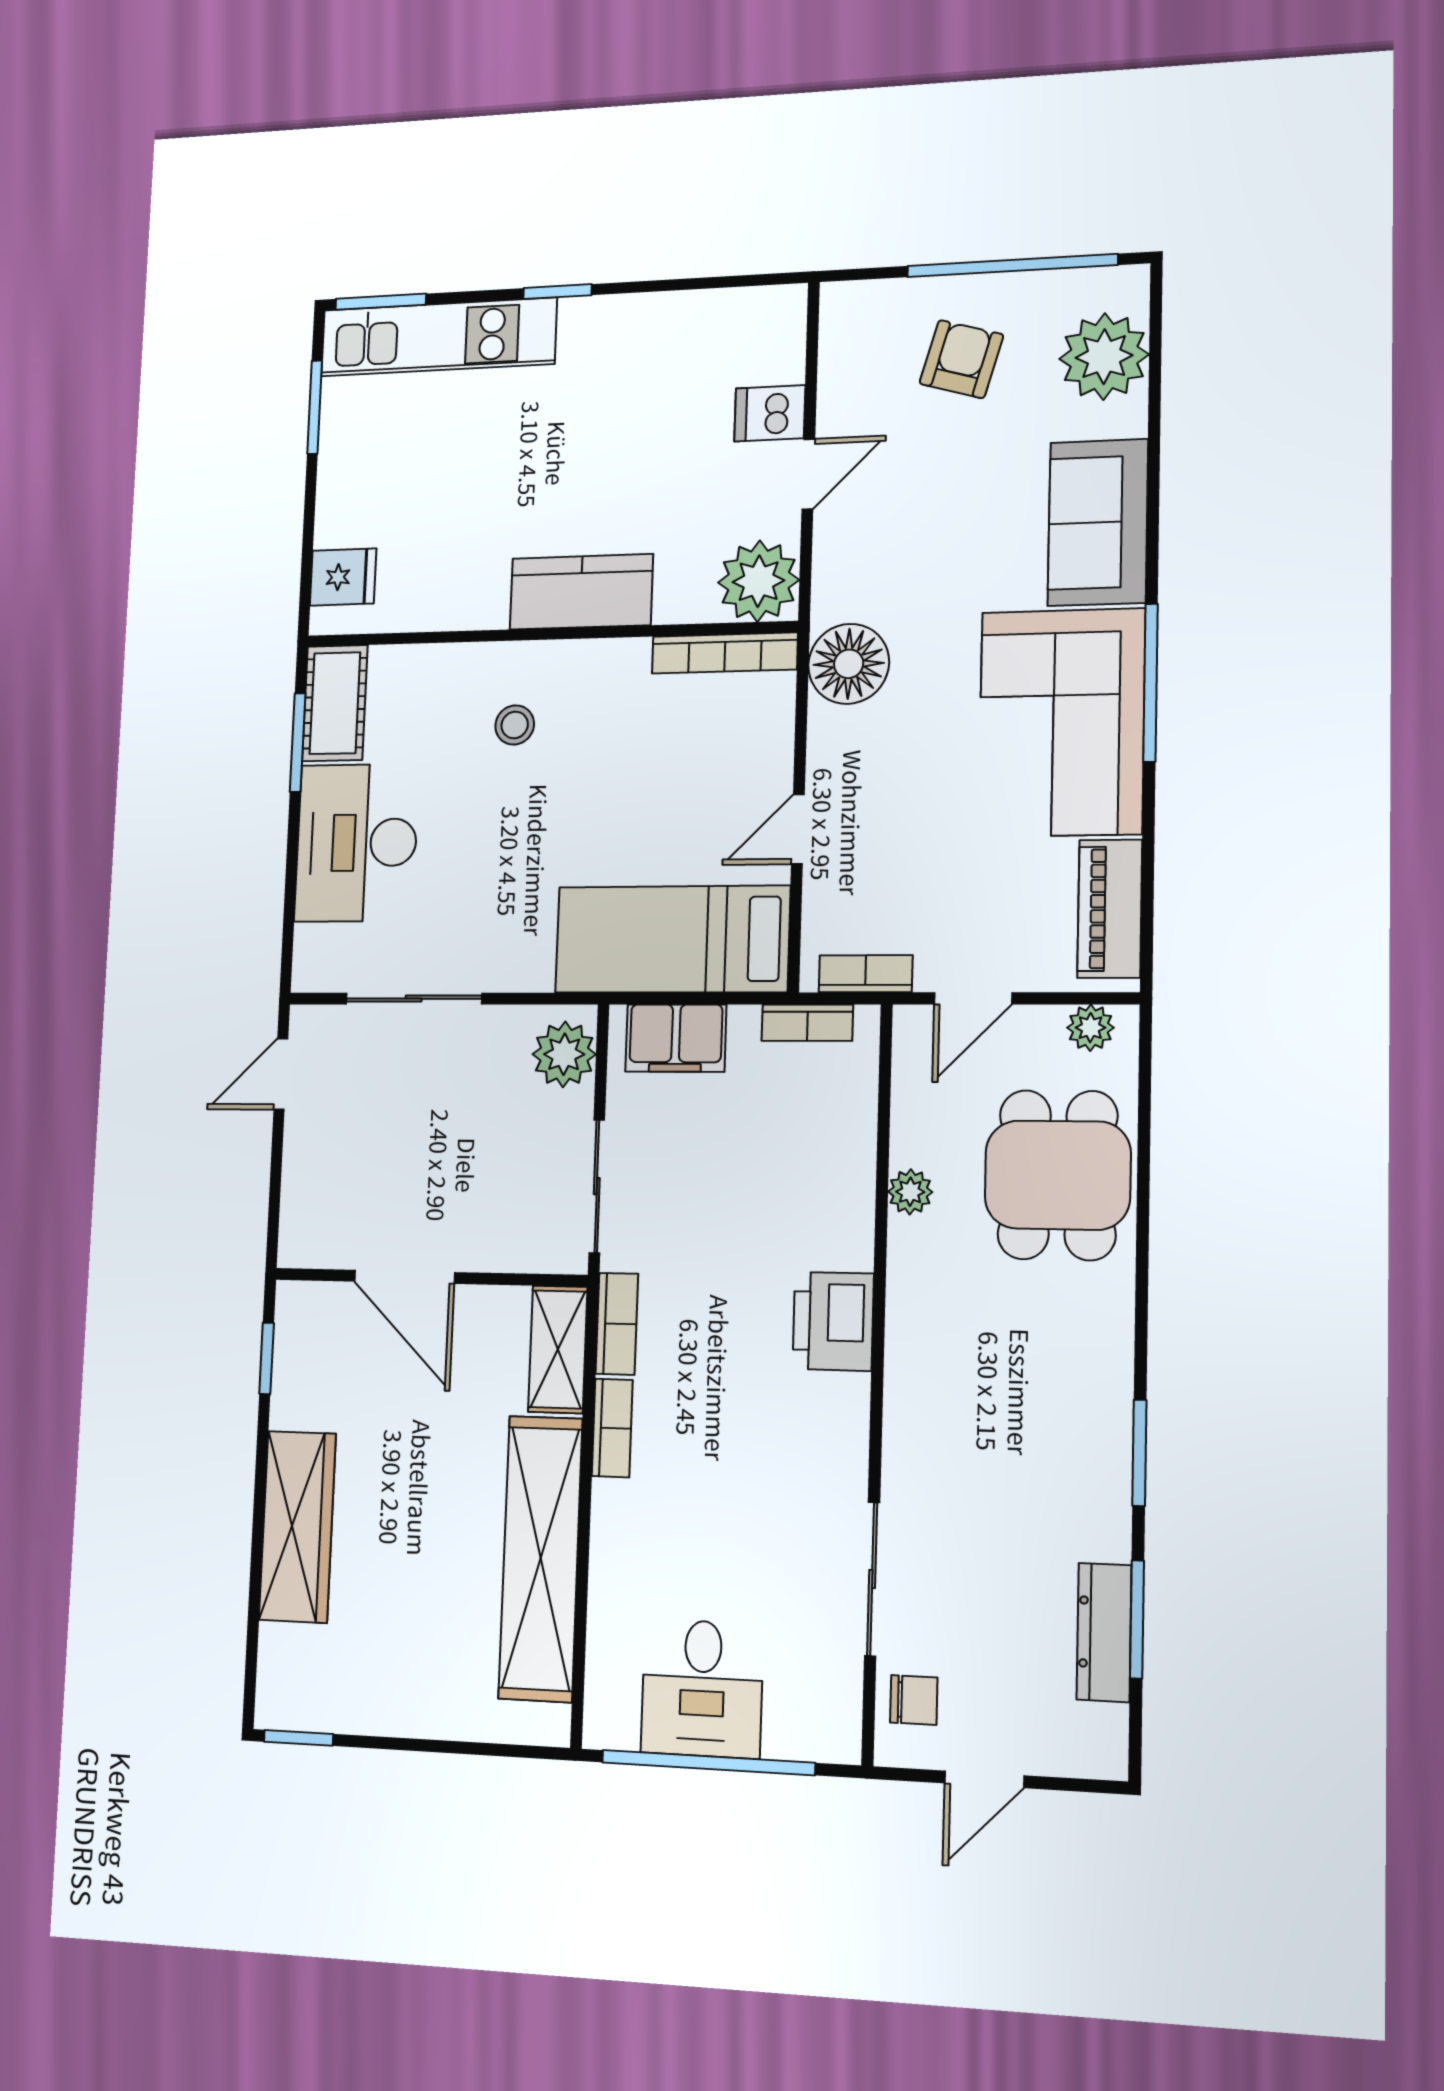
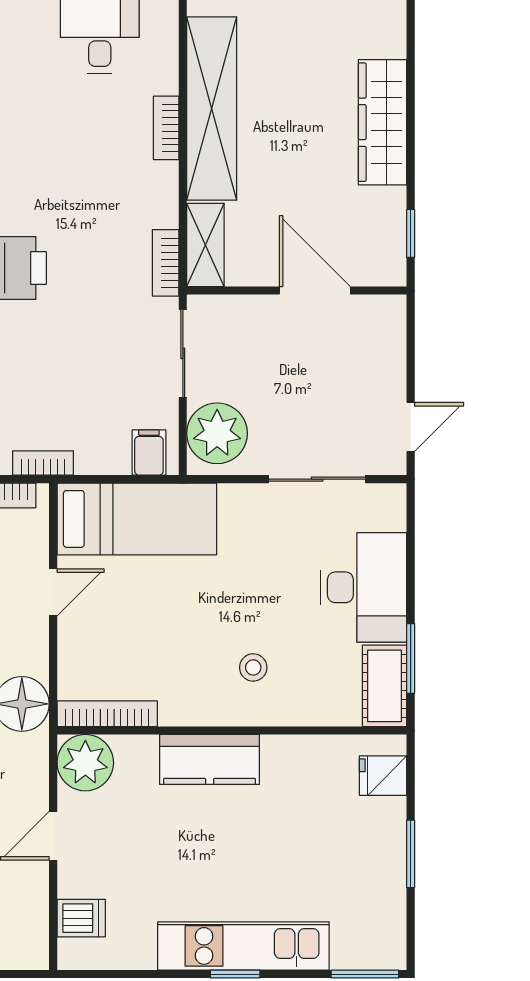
kitchen unit: (438, 337) -> (243, 946), moved
window: (315, 407) -> (411, 854), moved
dishwasher: (770, 413) -> (81, 918), moved
filing cabinet: (676, 1038) -> (149, 453), width x0.50
plant: (564, 1054) -> (217, 433), width x1.36, depth x1.36
bookcase: (612, 1428) -> (166, 128), moved

